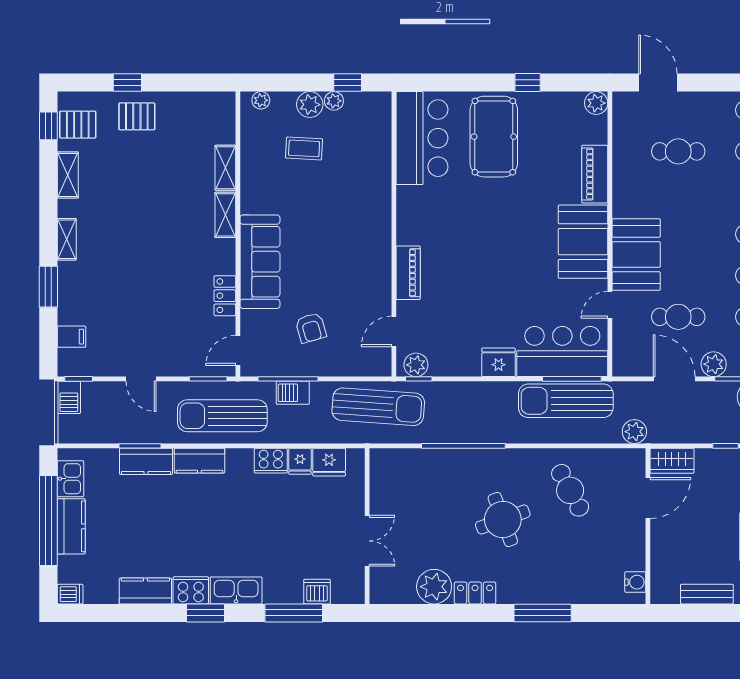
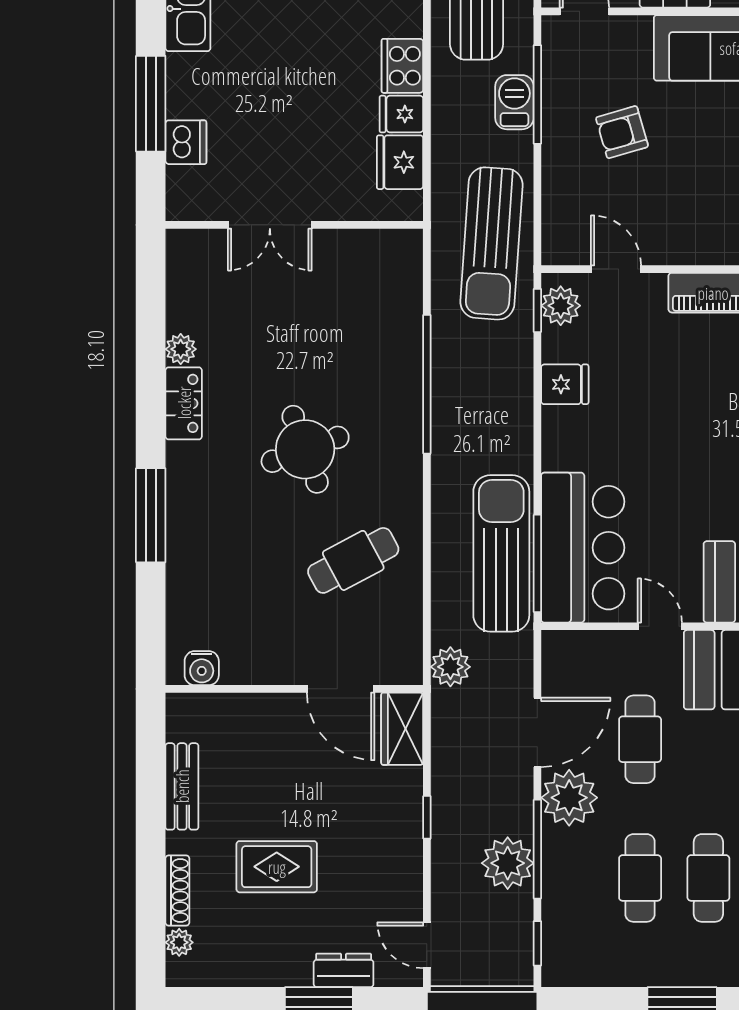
fridge: (499, 362) -> (565, 384), moved, width x0.72
plant: (714, 364) -> (569, 798), width x1.36, depth x1.36
plant: (434, 587) -> (181, 349), width x0.53, depth x0.53

